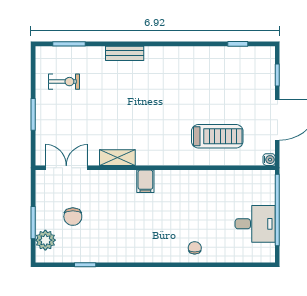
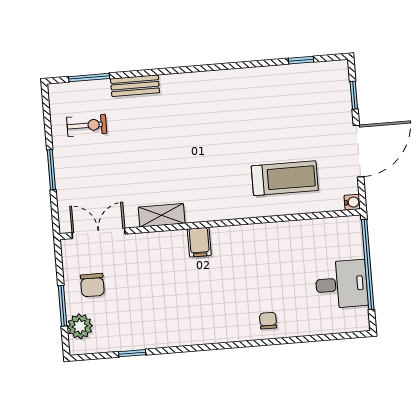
bench: (125, 53) -> (135, 86), moved
chair: (73, 217) -> (92, 285), moved

